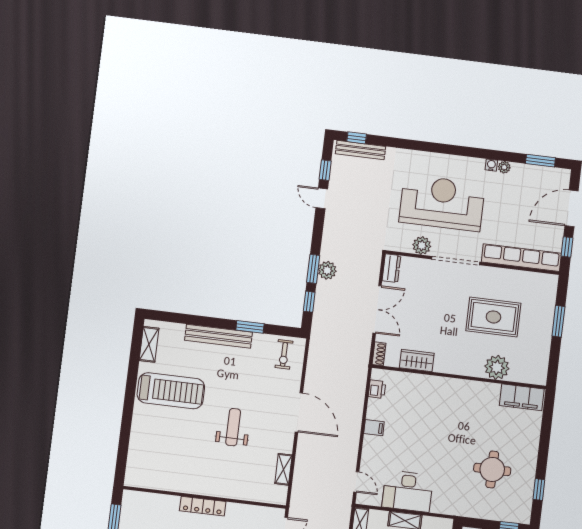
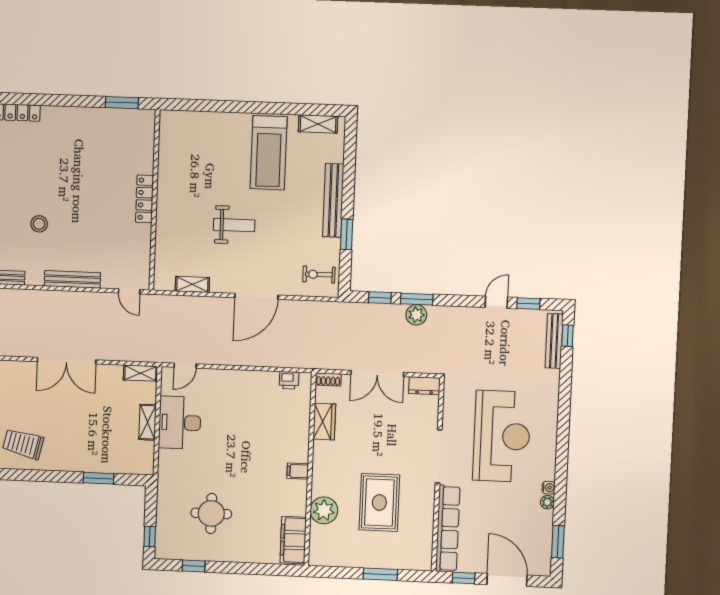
plant: (422, 246) -> (452, 417), removed
filing cabinet: (374, 428) -> (298, 471), moved, turned 90

